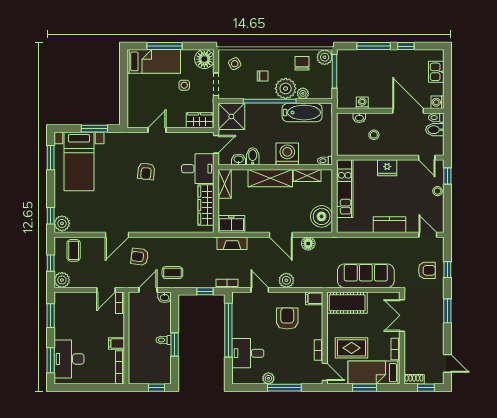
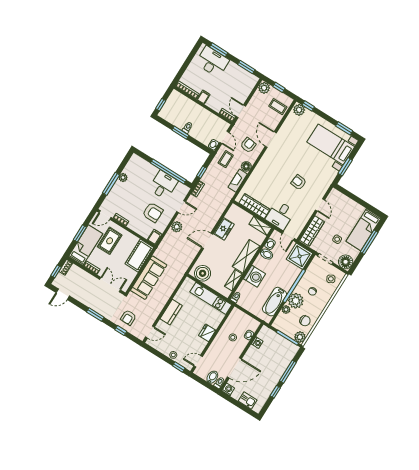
wardrobe: (200, 120) -> (312, 231), width x1.50
freezer: (231, 224) -> (224, 229), moved
fireplace: (232, 243) -> (238, 181), moved
floor lamp: (308, 243) -> (246, 166), moved
desk: (248, 353) -> (163, 185), moved

